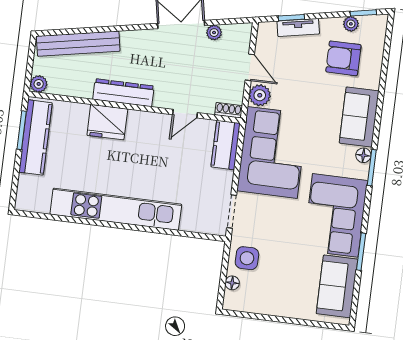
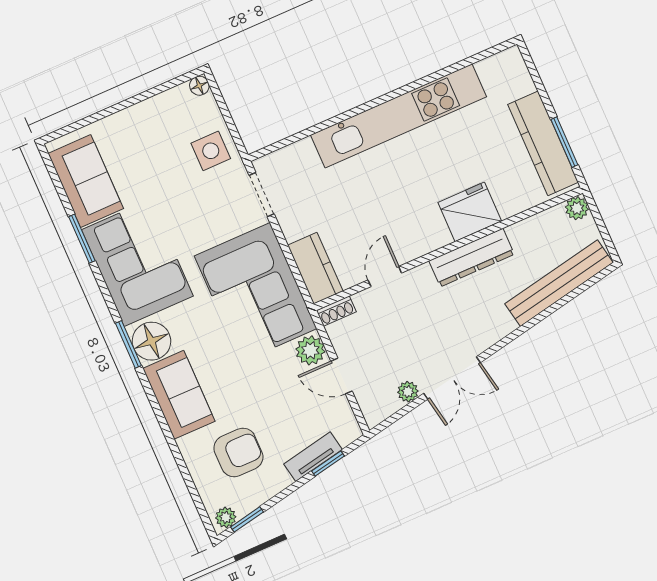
plant: (351, 24) -> (226, 517), moved
floor lamp: (363, 155) -> (151, 341), width x1.89, depth x1.89
floor lamp: (232, 283) -> (199, 86), moved

